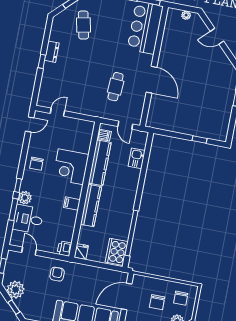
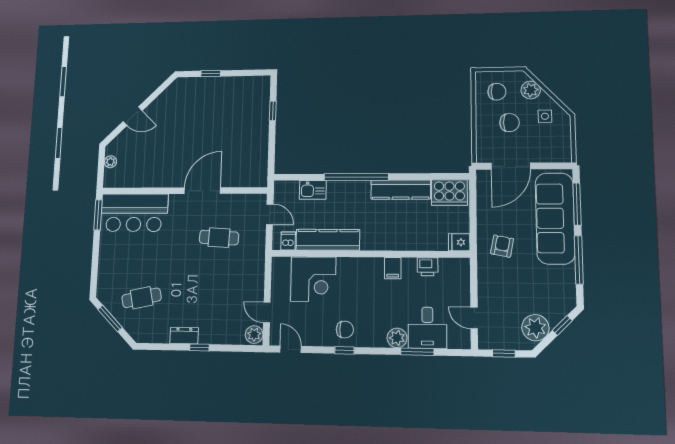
door: (217, 36) -> (133, 116), hinge flipped
plant: (44, 101) -> (254, 335), added
door: (125, 125) -> (270, 214), hinge flipped
corner desk: (71, 167) -> (313, 279), moved
window: (18, 185) -> (344, 350), moved
kitchen counter: (91, 206) -> (401, 190), moved, turned 180
window: (132, 233) -> (356, 177), moved
printer: (64, 249) -> (428, 267), moved
door: (29, 251) -> (474, 318), hinge flipped
armchair: (57, 274) -> (502, 246), moved, turned 101
door: (127, 297) -> (511, 166), hinge flipped

